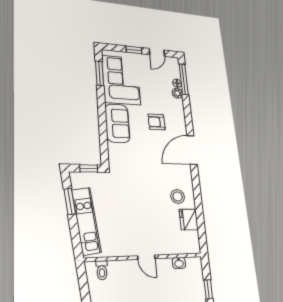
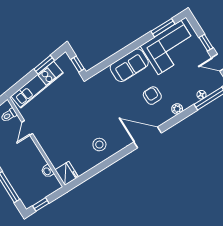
plant: (177, 93) -> (177, 109), moved
fridge: (189, 220) -> (67, 173), moved, turned 90
door: (146, 257) -> (27, 128), moved

